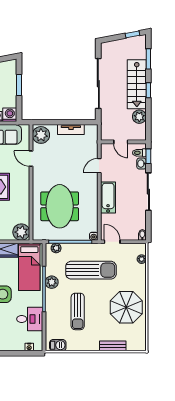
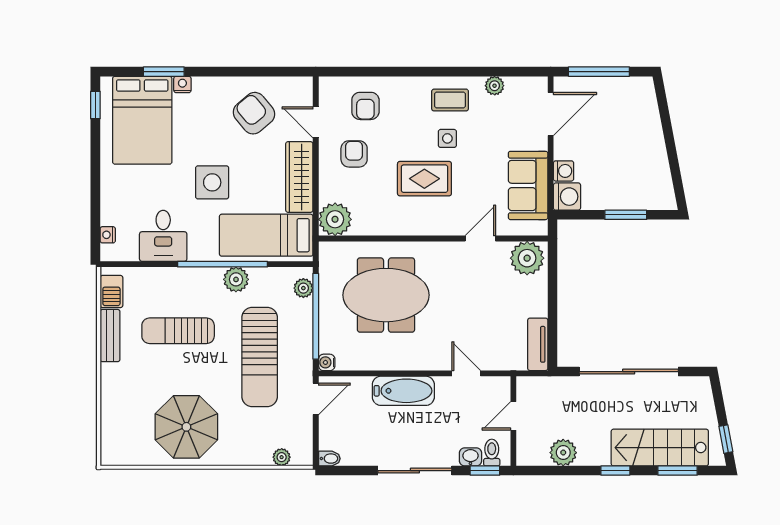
stairs: (137, 84) -> (660, 448), moved
tv unit: (71, 130) -> (538, 344), moved
bench: (113, 346) -> (110, 336), moved

